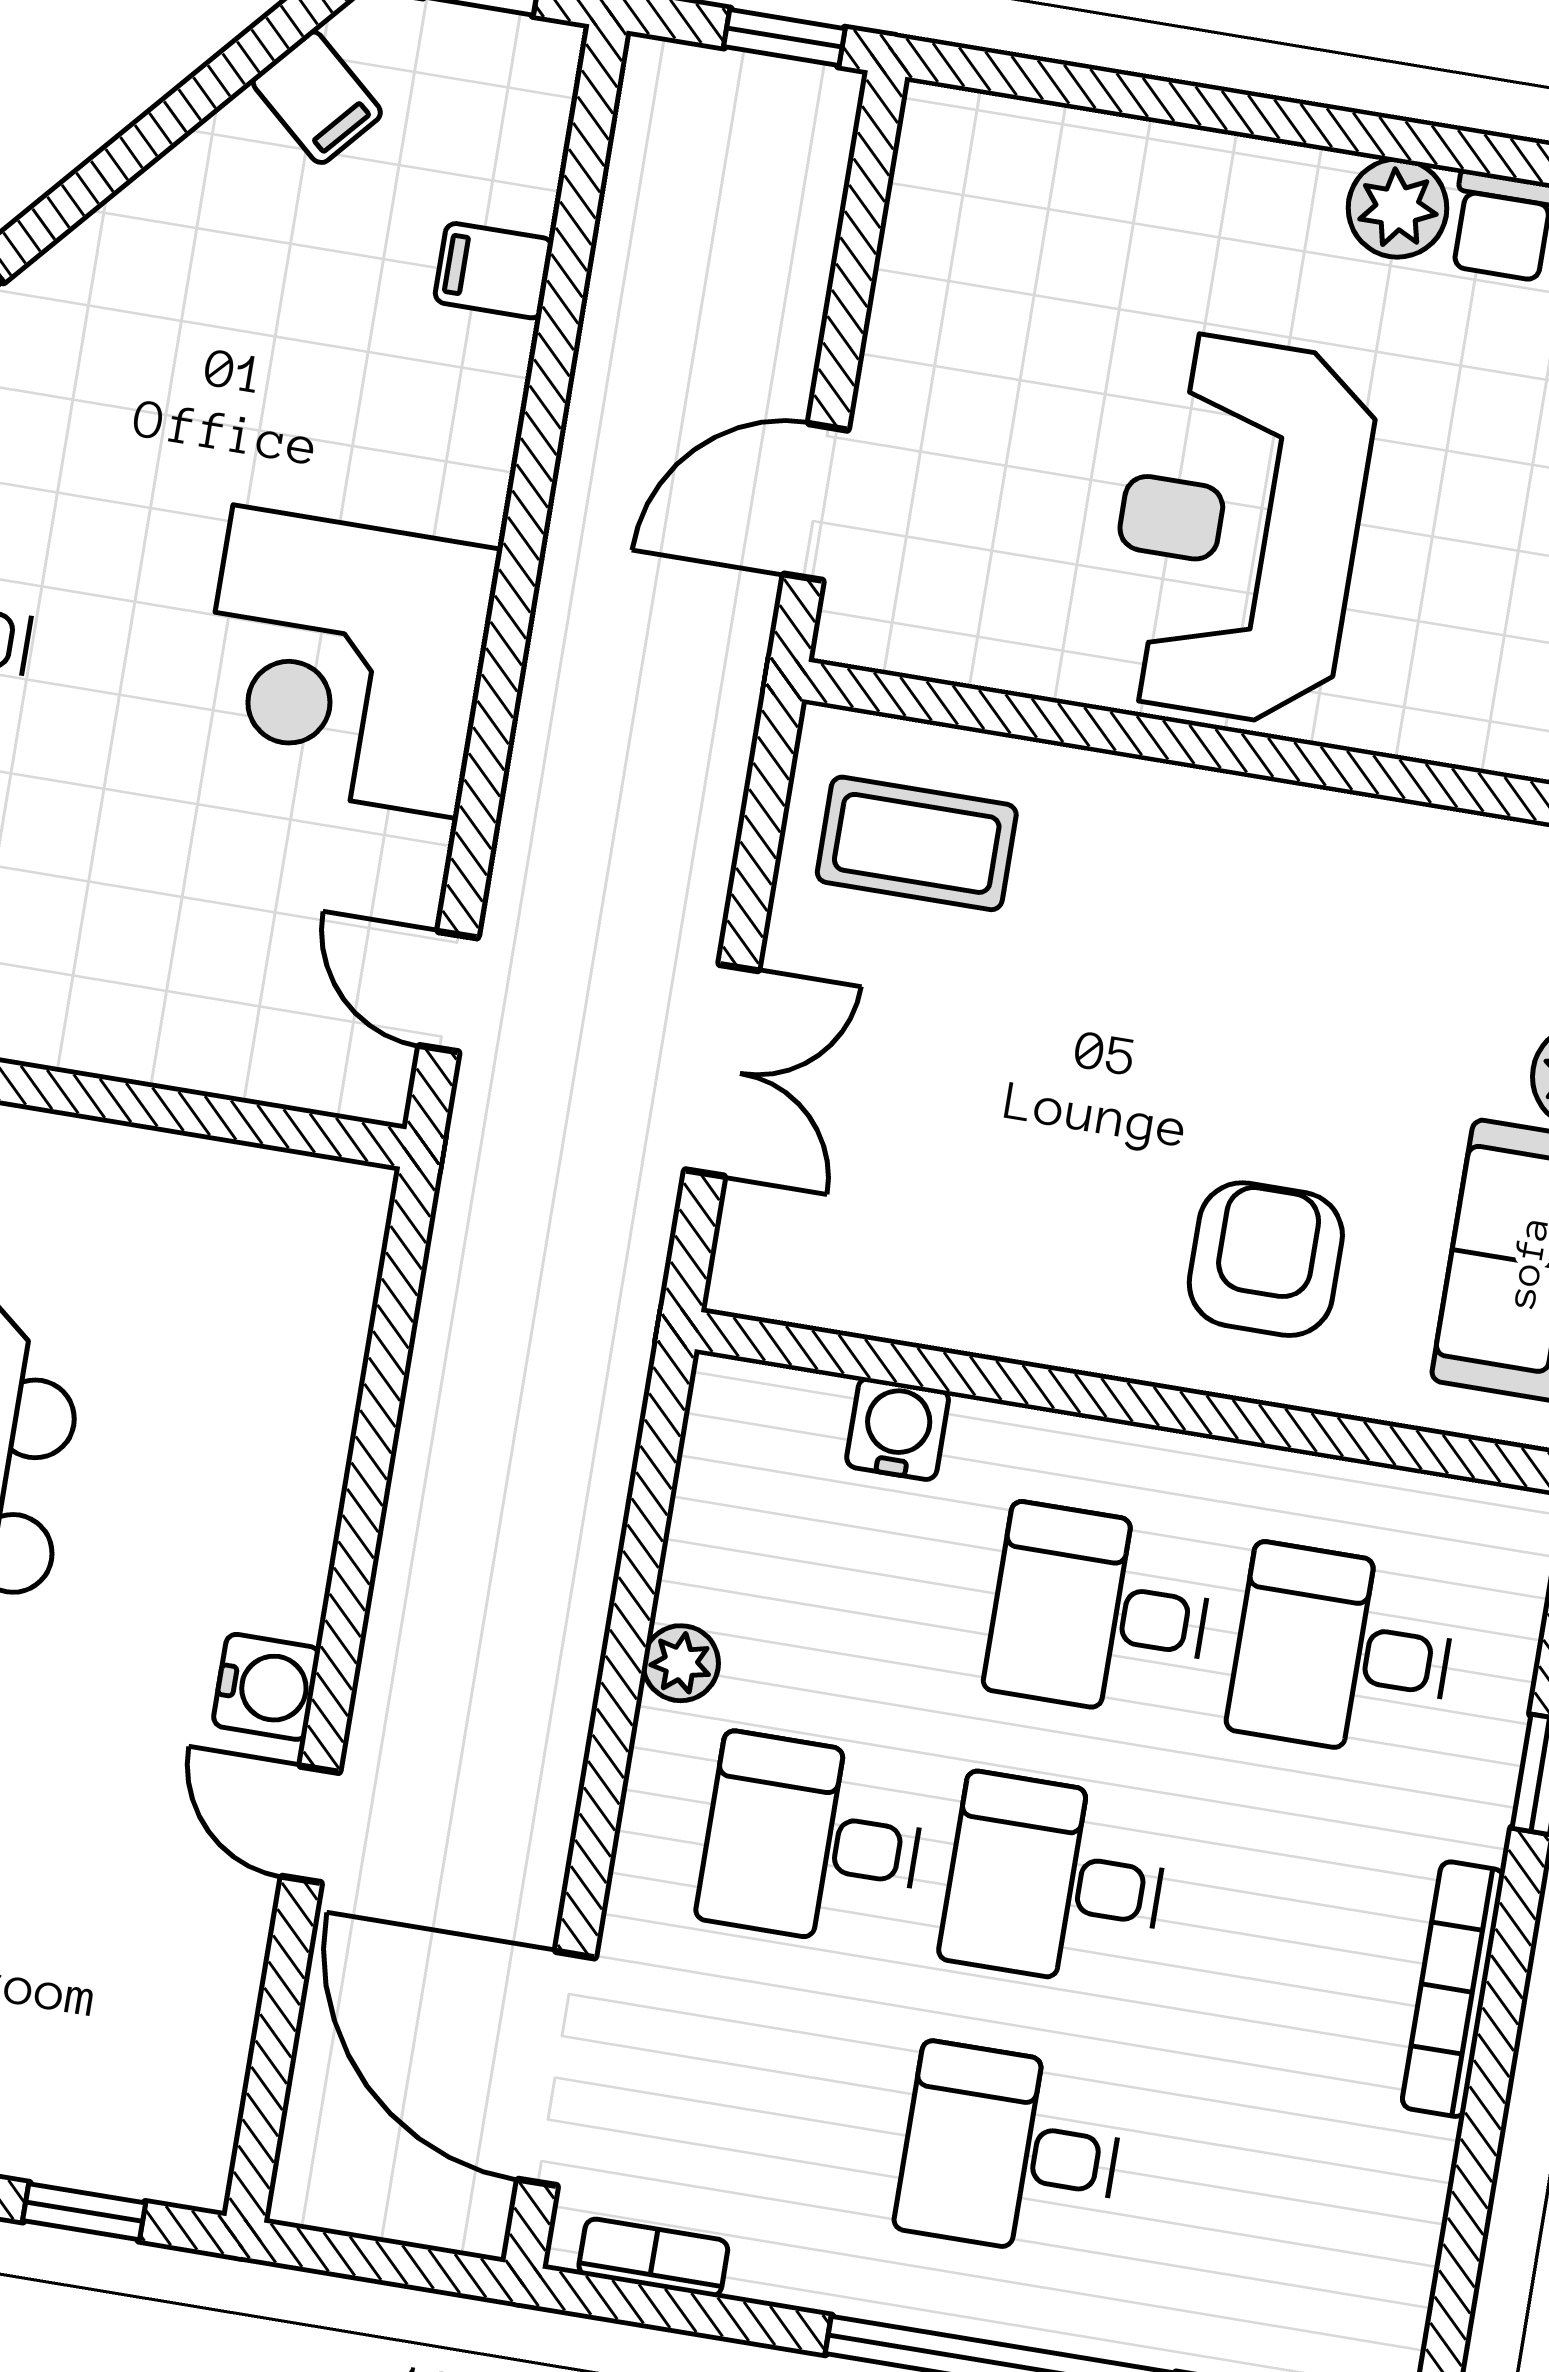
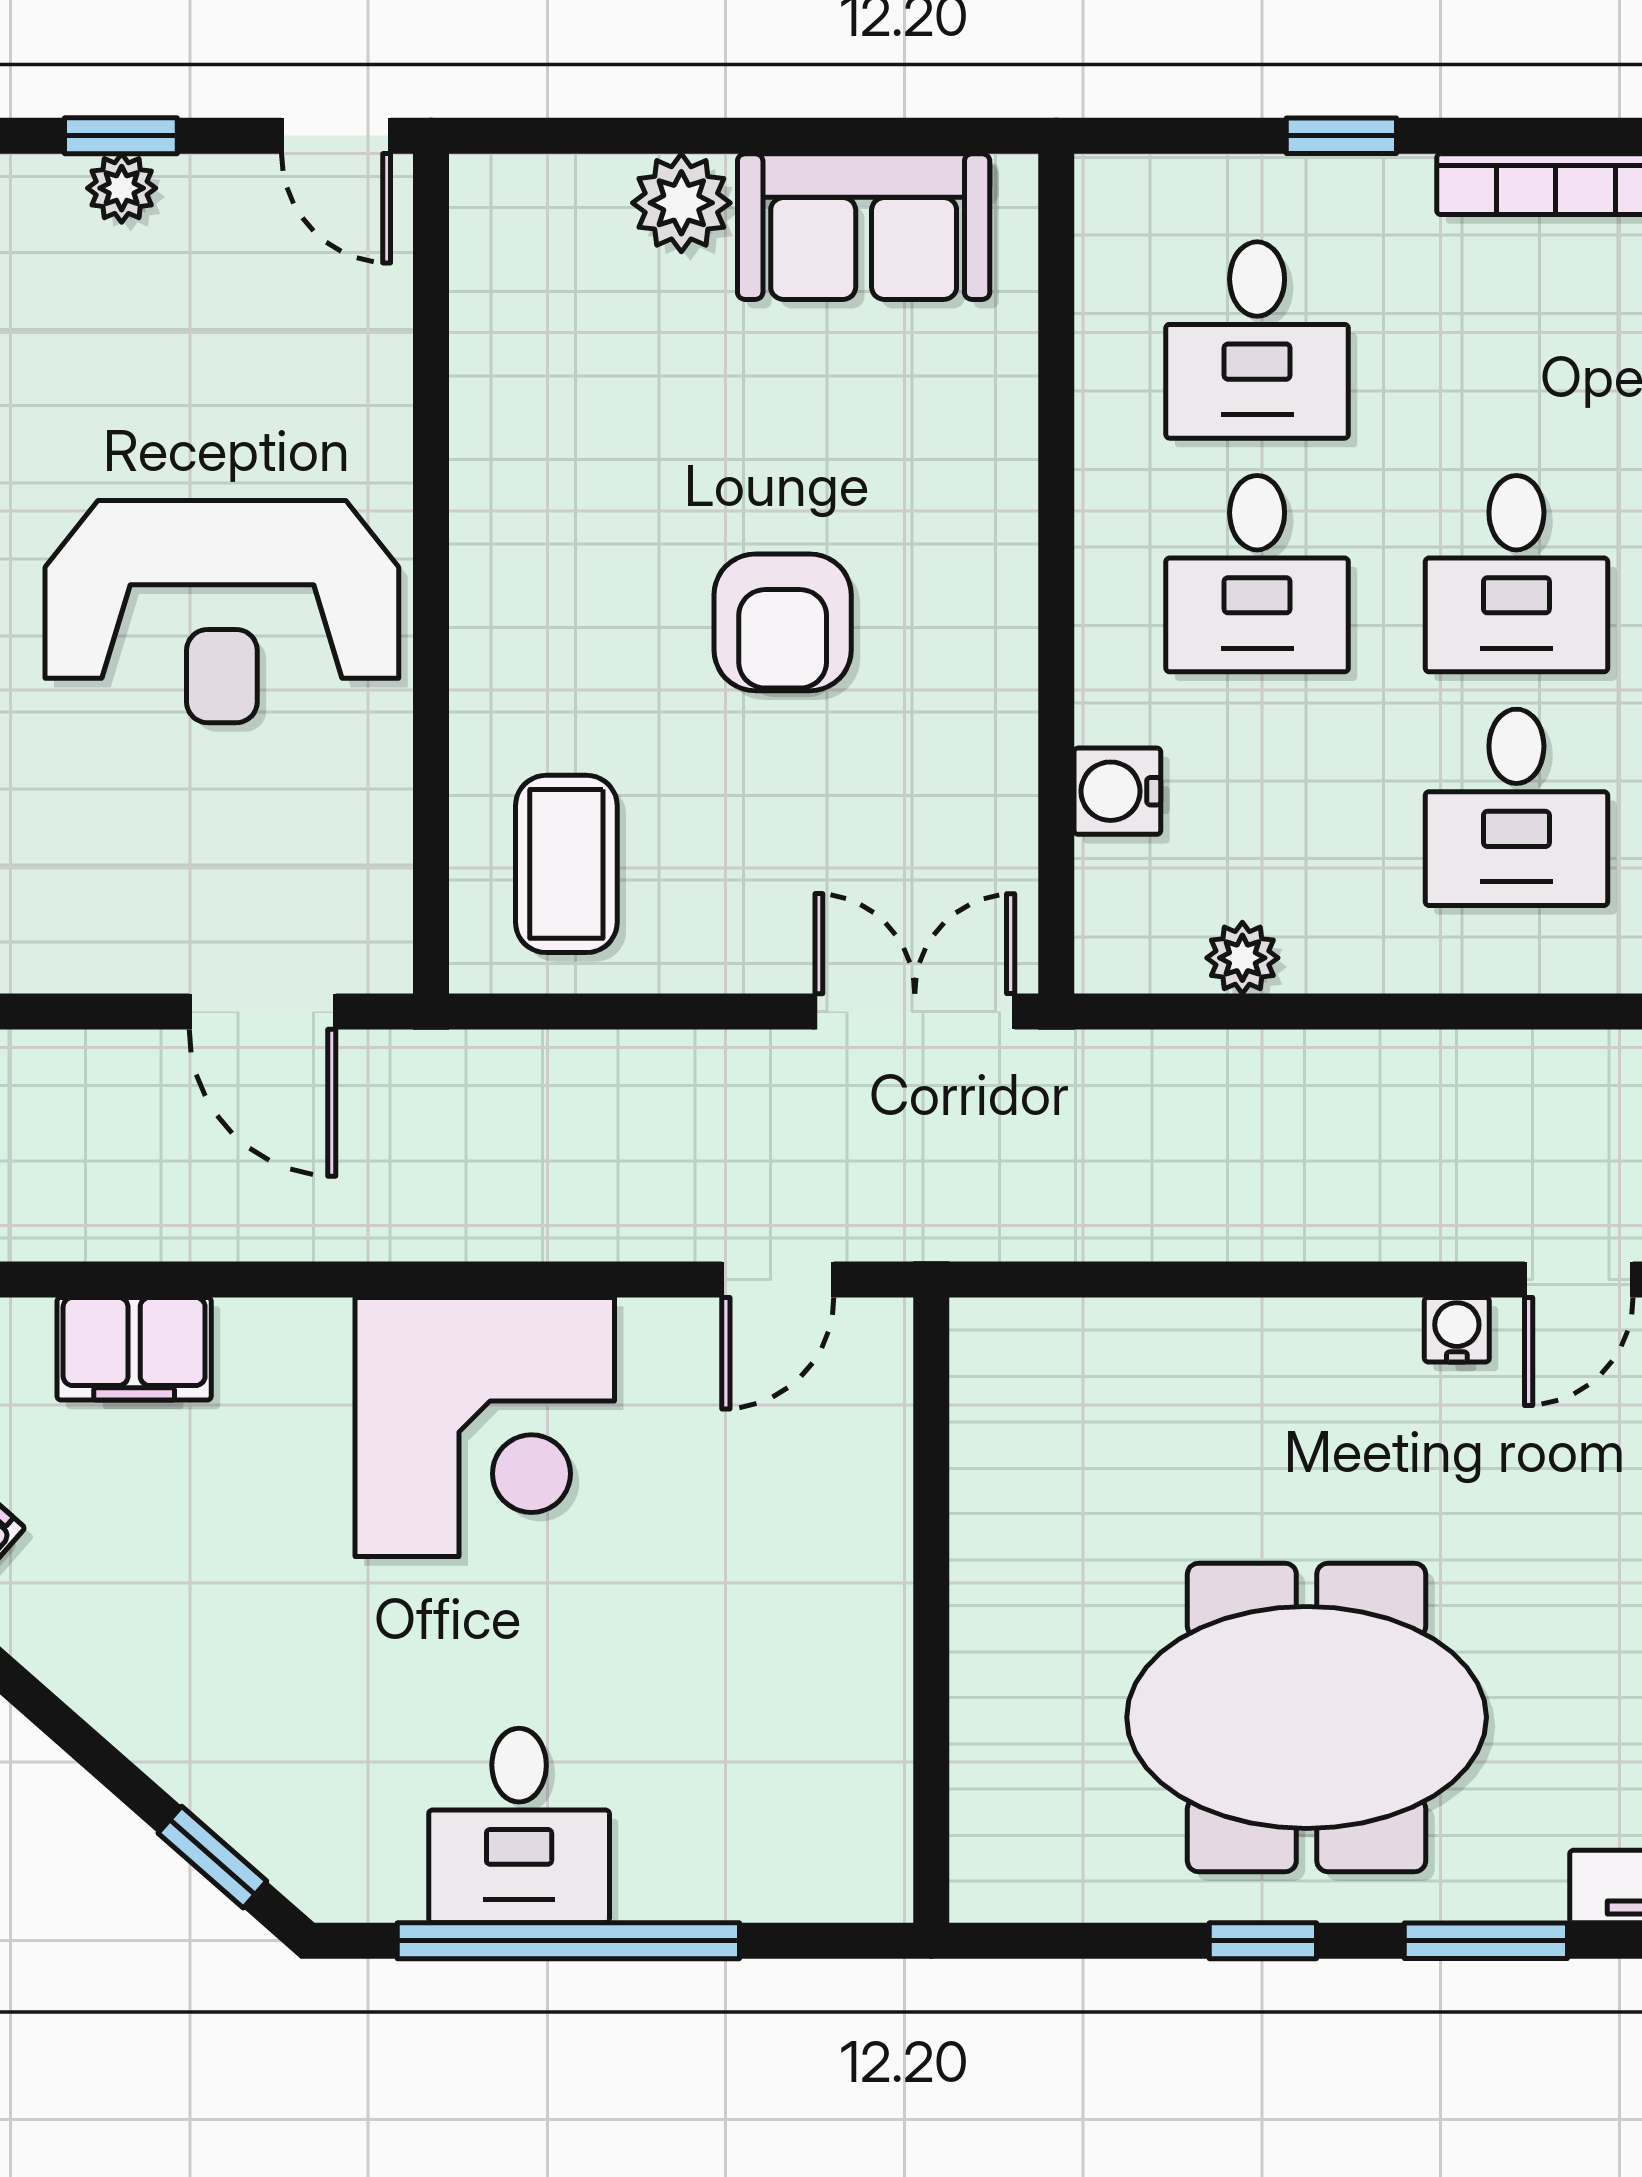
filing cabinet: (494, 271) -> (134, 1349), width x2.00
double door: (722, 1070) -> (915, 1011), moved
armchair: (1266, 1259) -> (783, 622), moved, turned -90
plant: (681, 1663) -> (1242, 958), moved
water cooler: (266, 1687) -> (1457, 1330), width x0.72, depth x0.72

